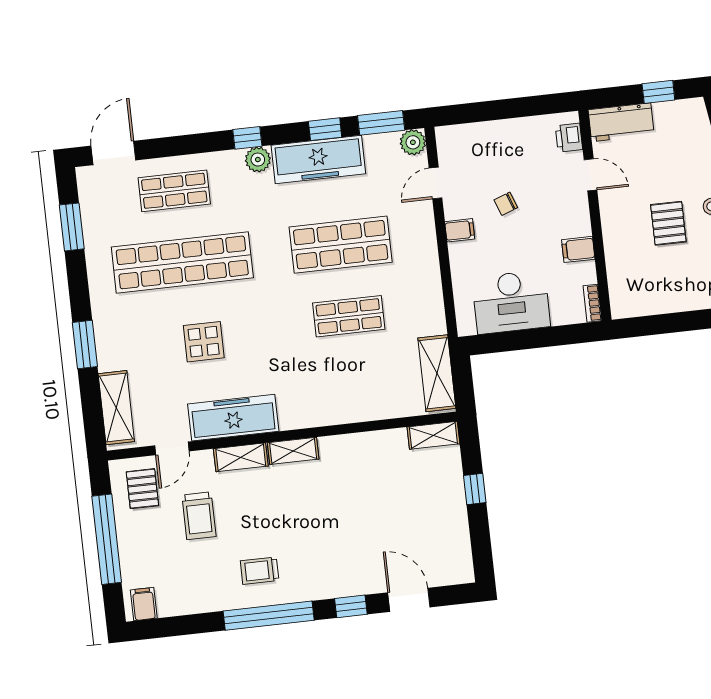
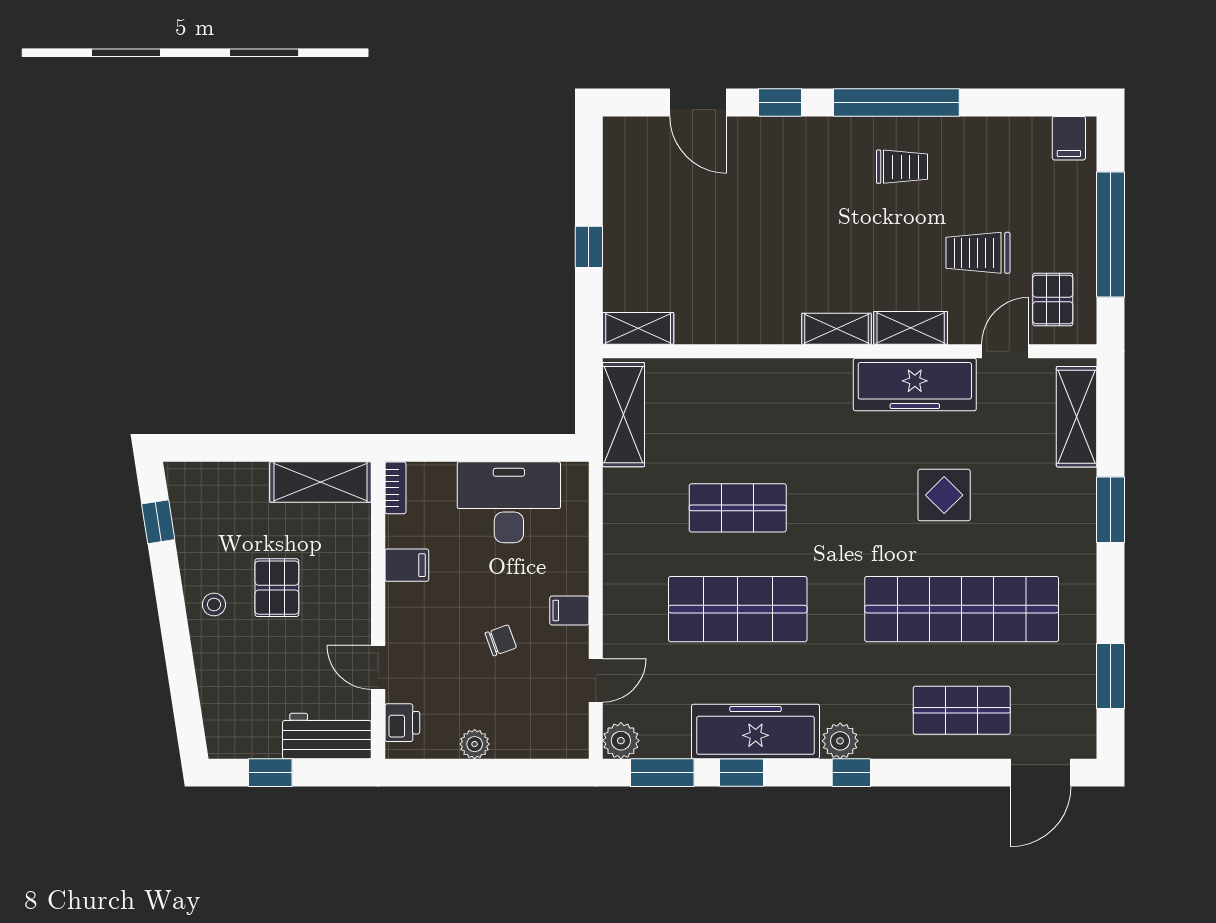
plant: (516, 128) -> (475, 744), added
shelving: (646, 301) -> (321, 482), added
trolley: (199, 516) -> (978, 253), turned -90

